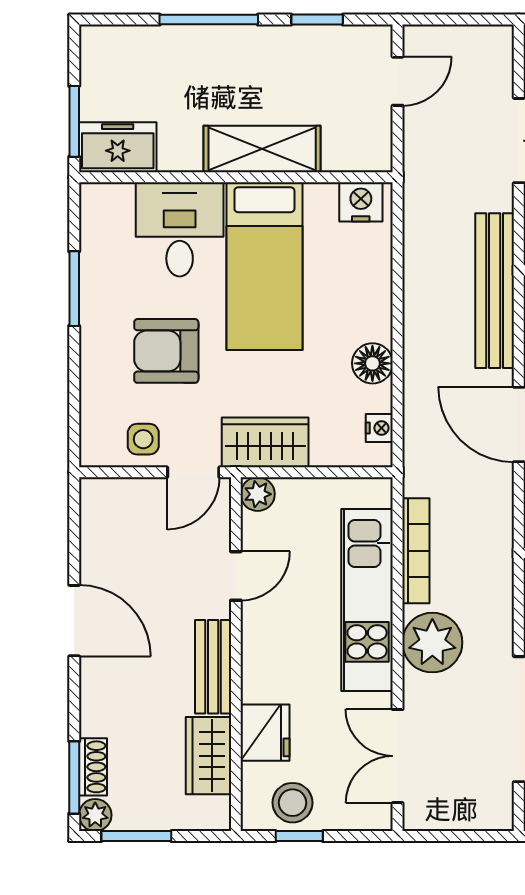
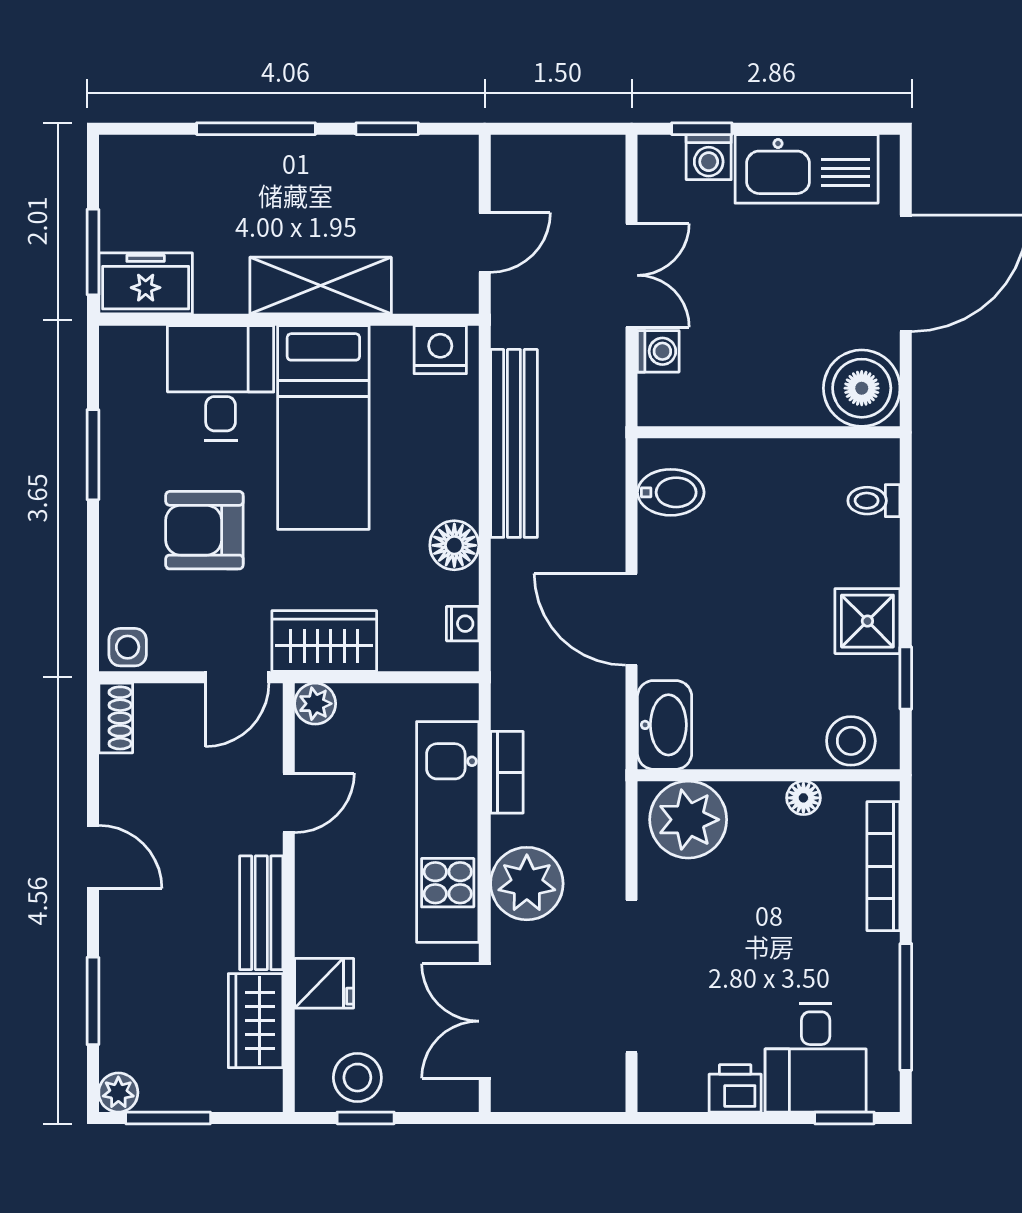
door: (398, 81) -> (485, 243), moved
bench: (495, 291) -> (514, 443), moved
side table: (143, 439) -> (128, 647), moved
bookcase: (416, 551) -> (507, 772), width x0.64
door: (74, 621) -> (93, 857), width x0.73
fridge: (265, 733) -> (324, 983), width x0.72
shoe rack: (93, 767) -> (116, 718), moved
window: (74, 777) -> (93, 1001), moved

